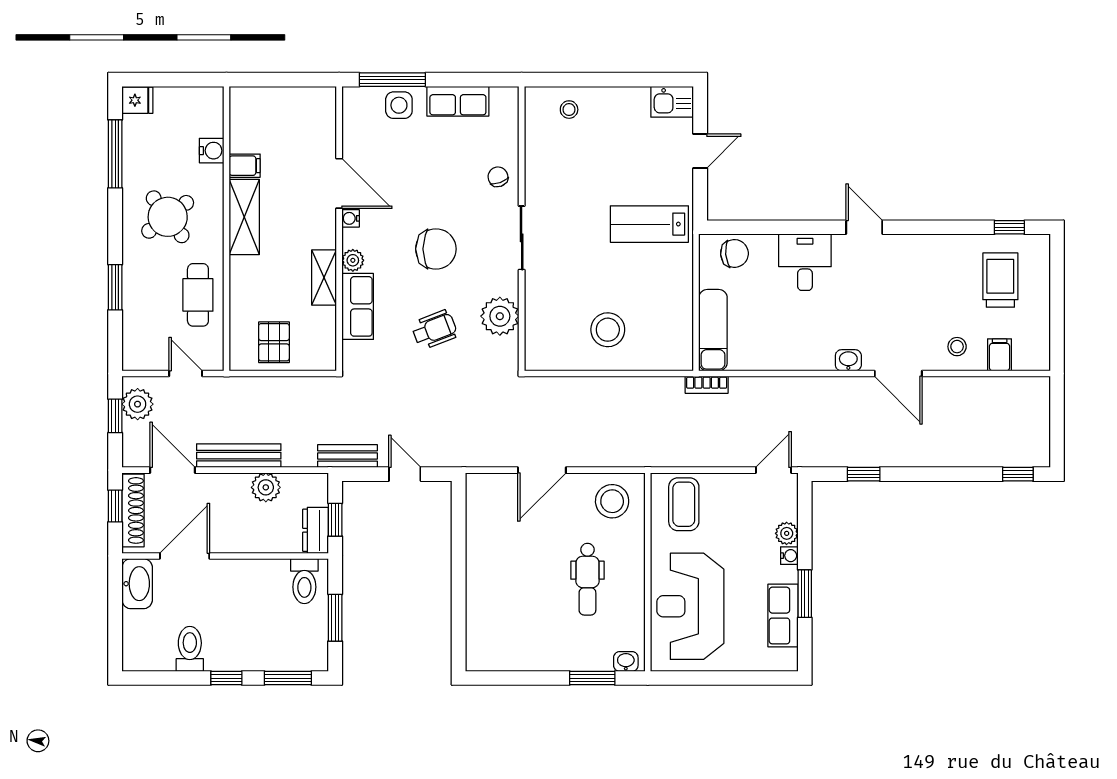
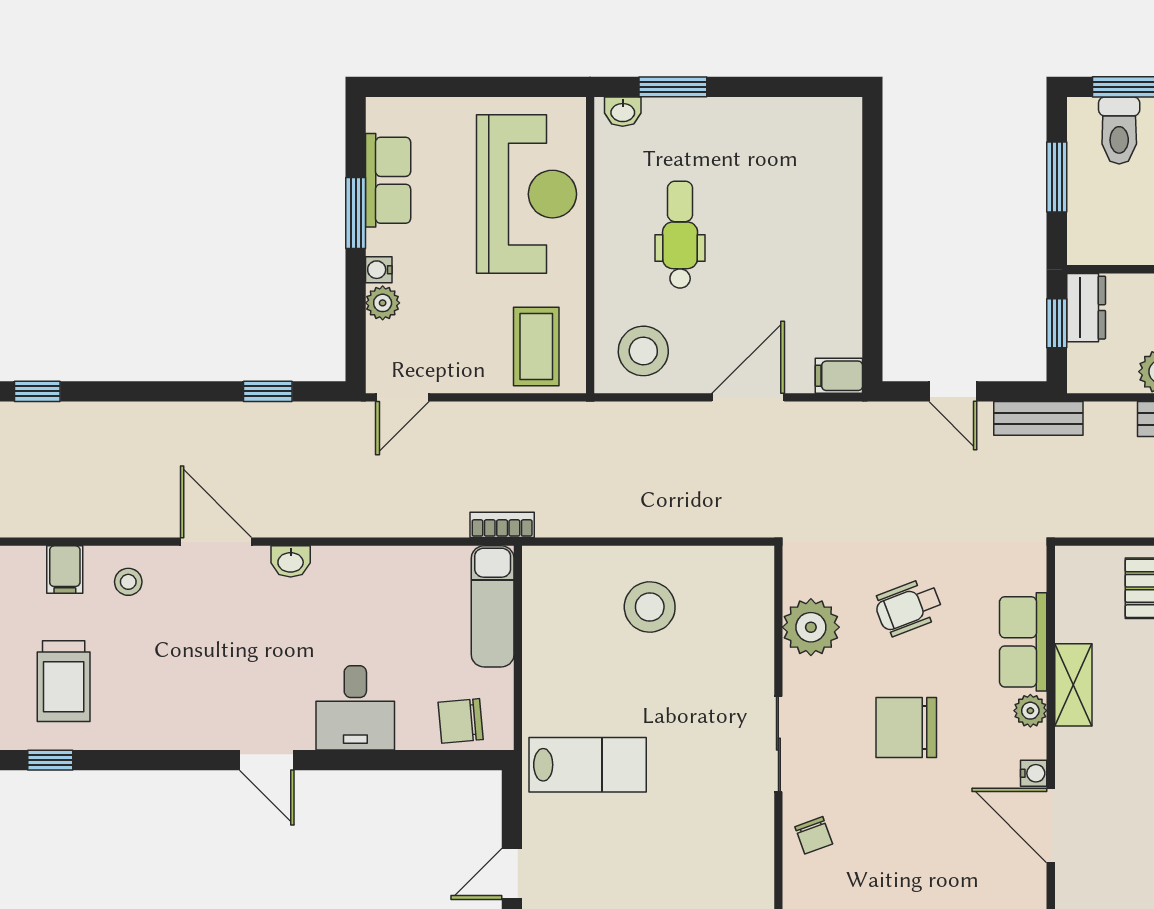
filing cabinet: (481, 485) -> (839, 376), added
toilet: (304, 581) -> (1119, 131), moved, turned 180

